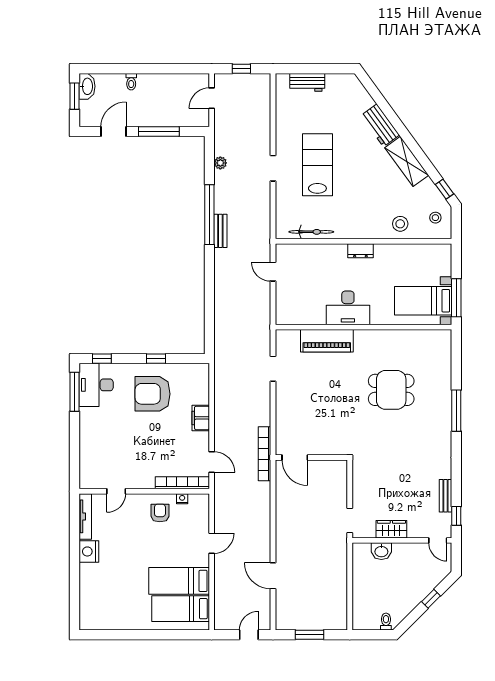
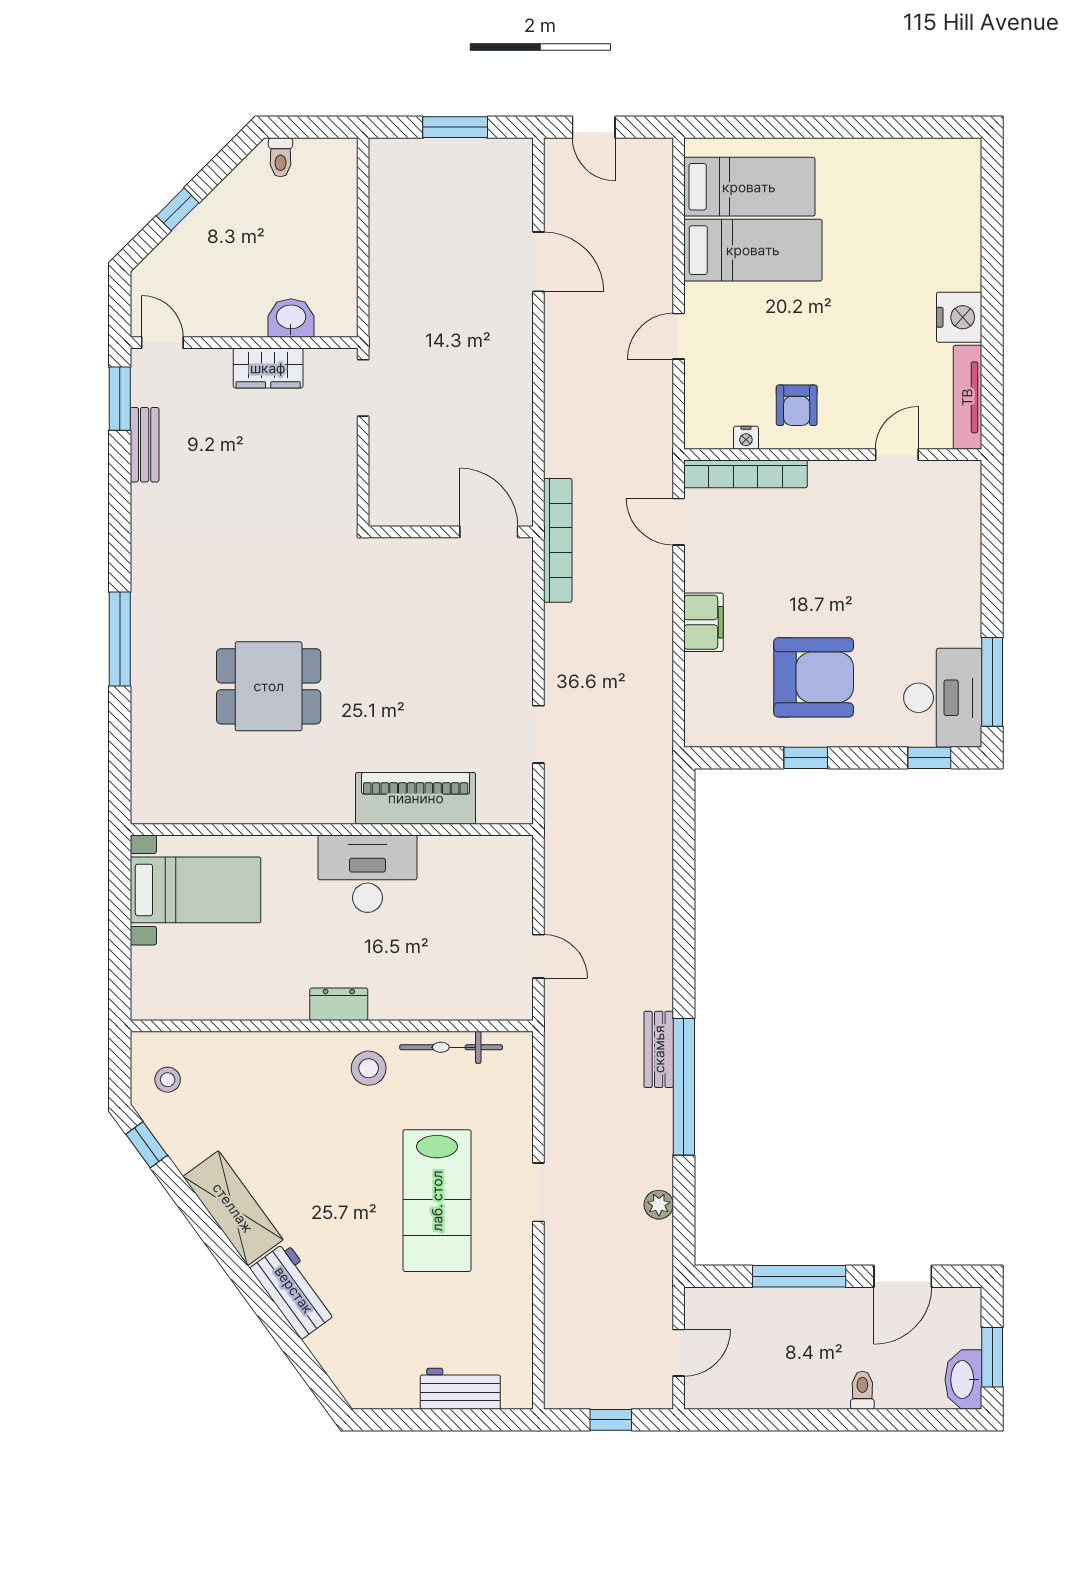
stool: (400, 224) -> (369, 1068), moved
window: (456, 298) -> (120, 897), removed
window: (456, 516) -> (120, 399), width x1.50
door: (249, 635) -> (594, 127), hinge flipped

